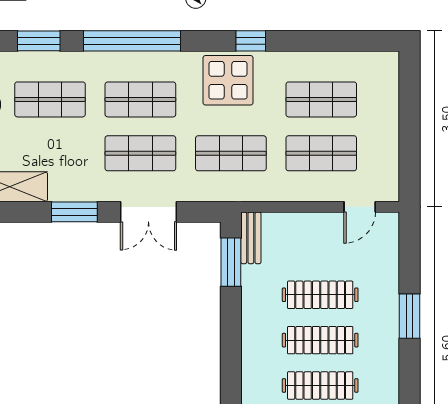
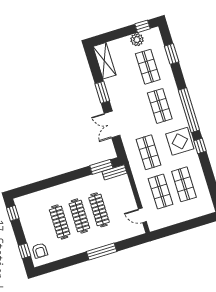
window: (132, 41) -> (189, 110), moved
shop shelf: (140, 153) -> (136, 113), removed
window: (409, 316) -> (102, 252), width x1.44

